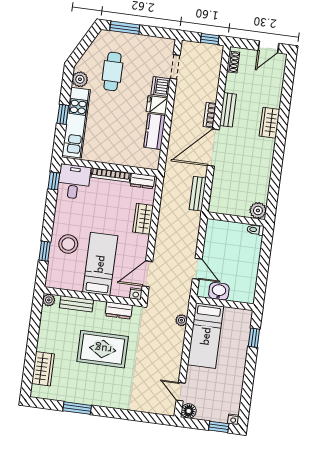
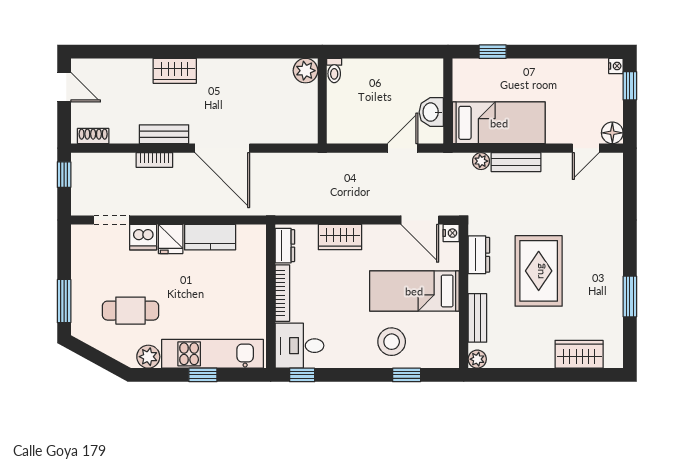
bookcase: (210, 115) -> (154, 160), moved
bench: (198, 194) -> (516, 162), moved

